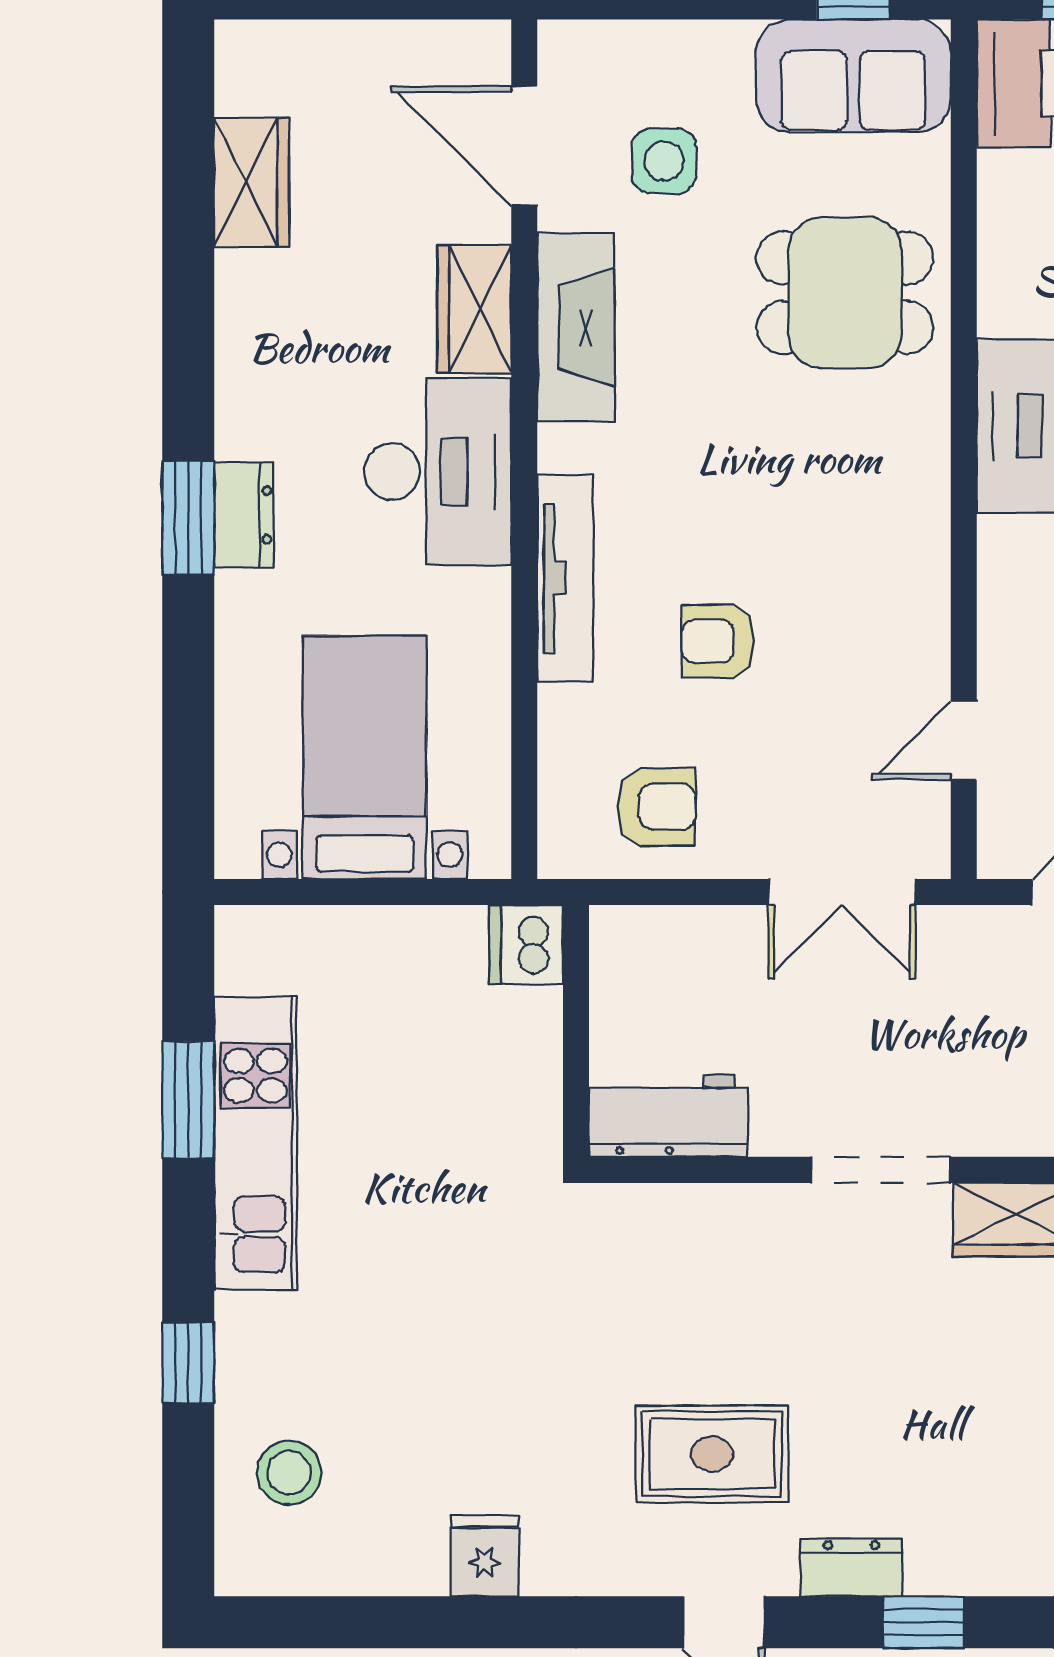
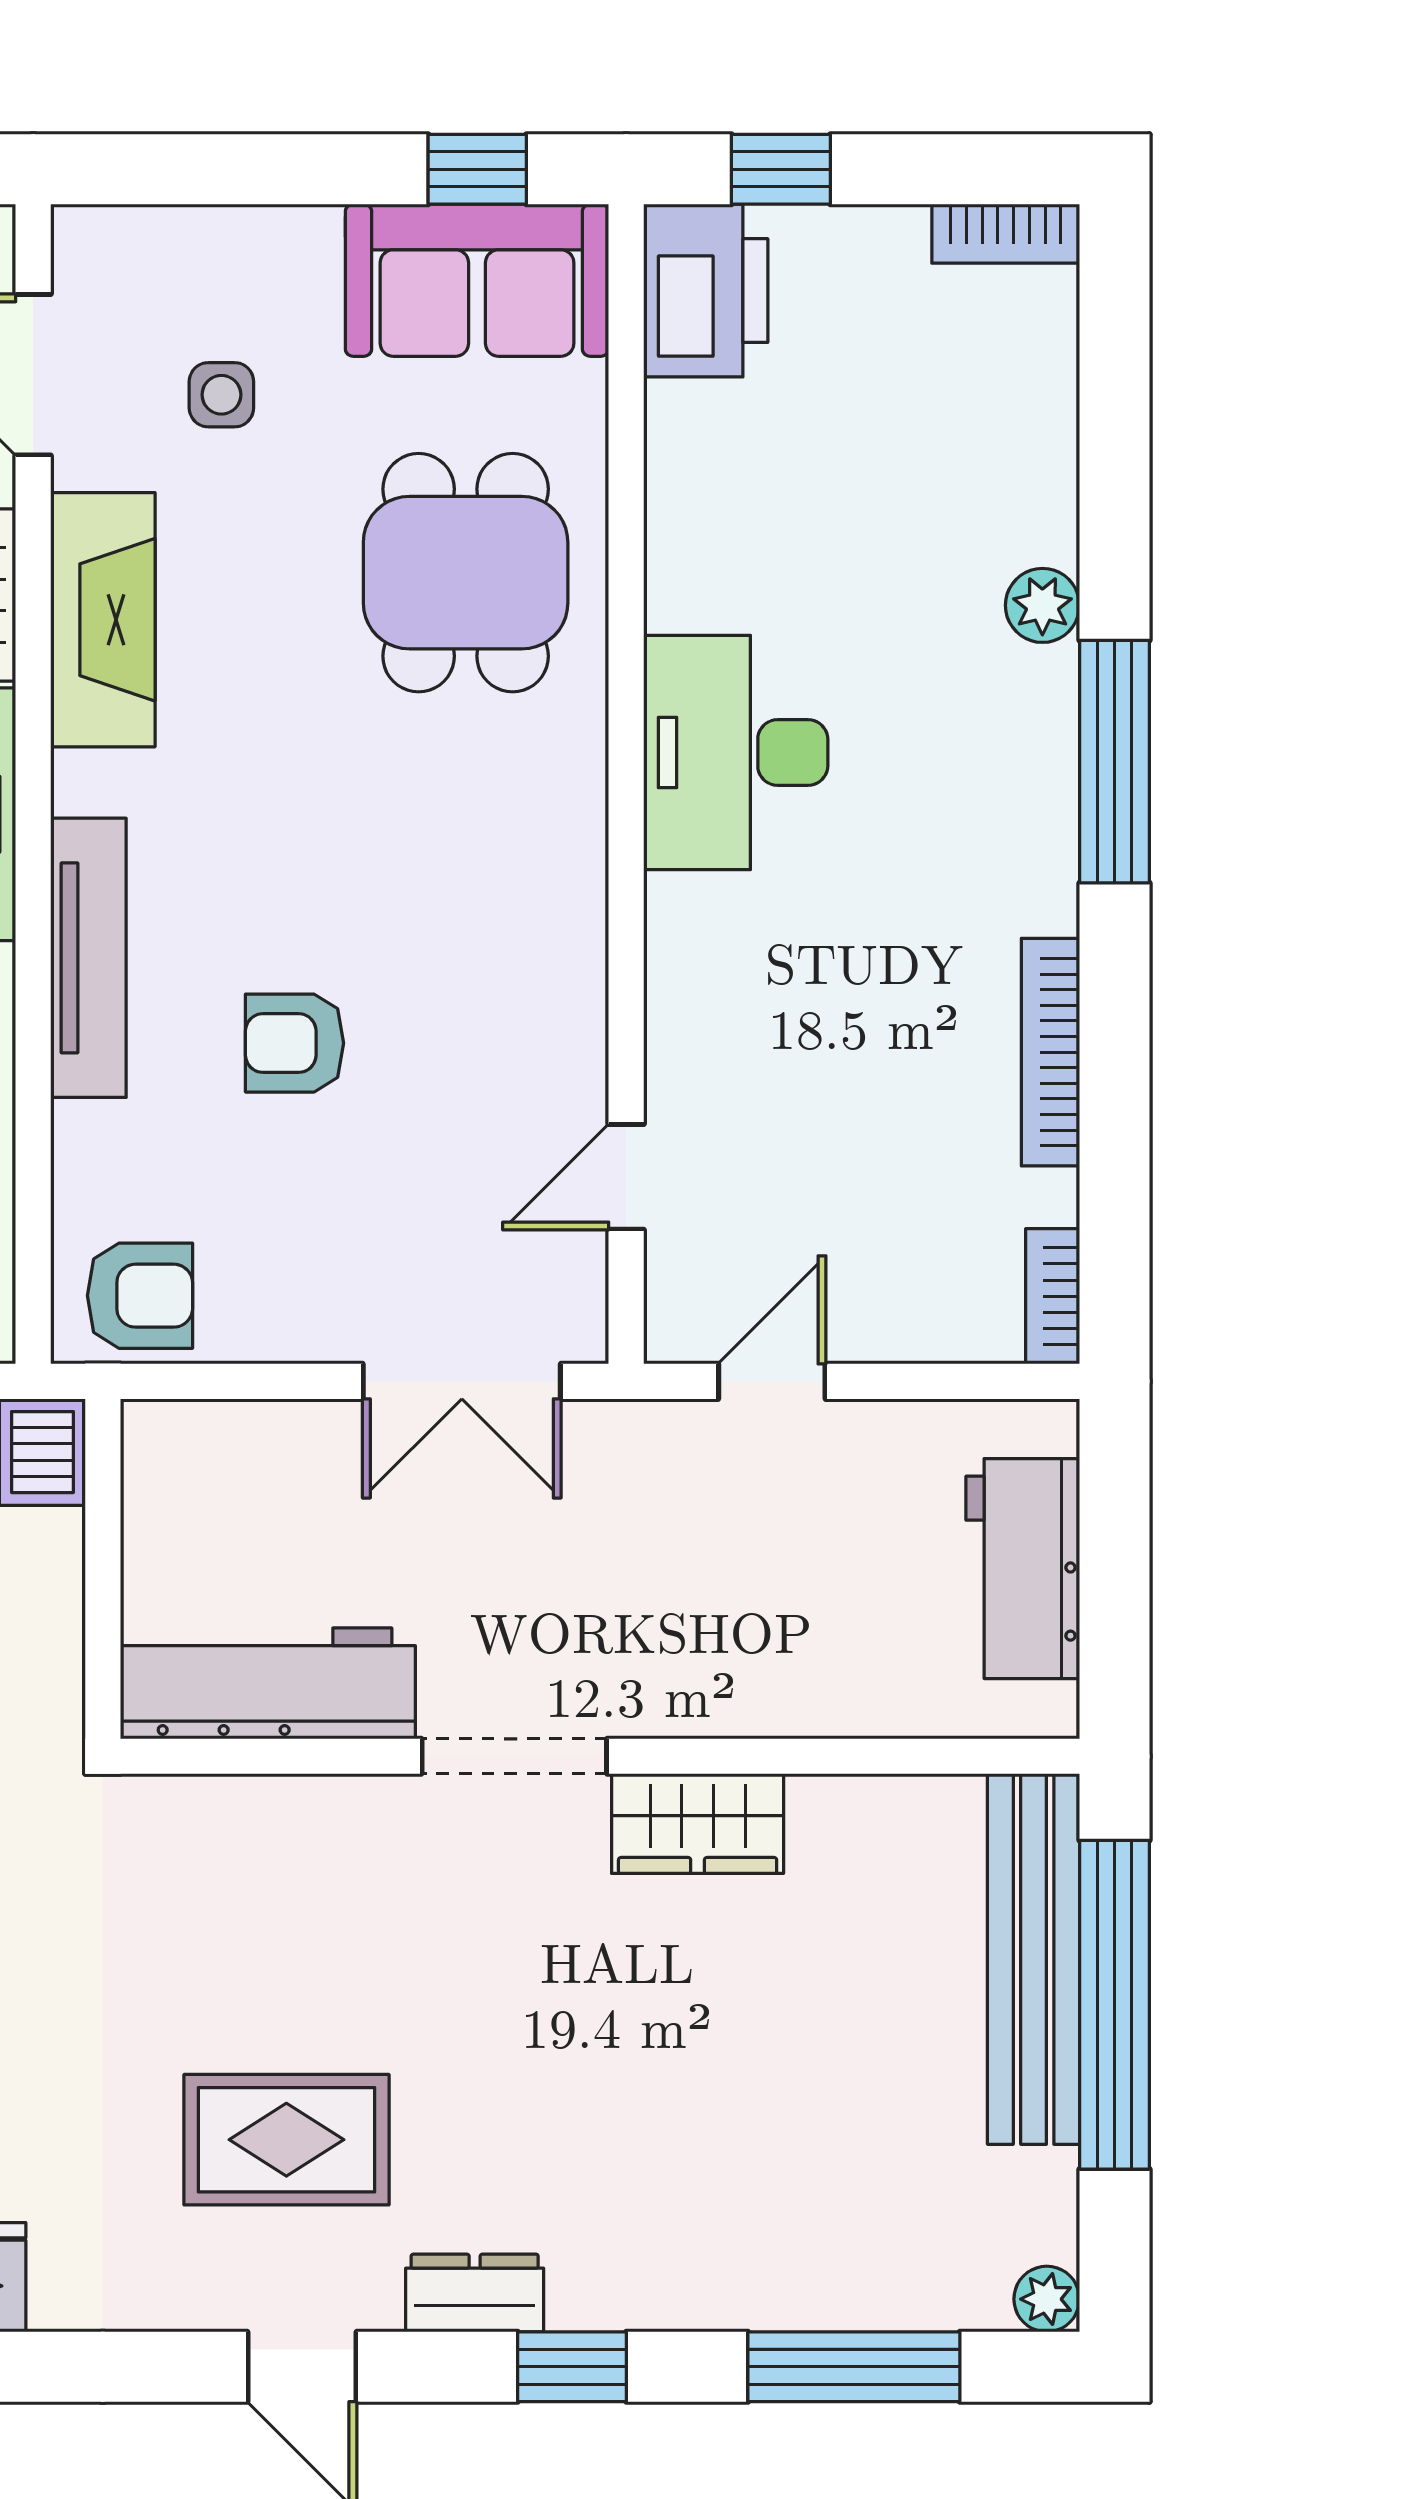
side table: (664, 161) -> (221, 395), width x0.73, depth x0.73
dining table: (845, 293) -> (466, 573), turned 90
armchair: (656, 807) -> (140, 1296), moved
workbench: (668, 1116) -> (268, 1683), width x1.37

